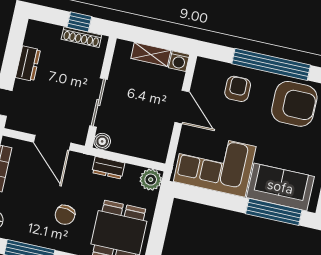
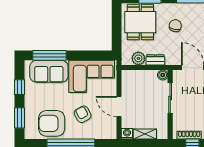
armchair: (238, 89) -> (83, 114), moved, turned 151
plant: (151, 180) -> (138, 58), moved

